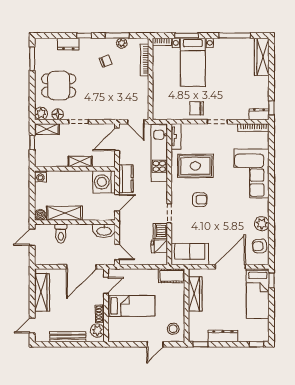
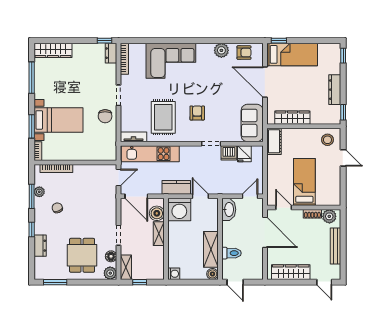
boiler: (100, 160) -> (157, 213), added
armchair: (260, 246) -> (244, 53), turned -85

